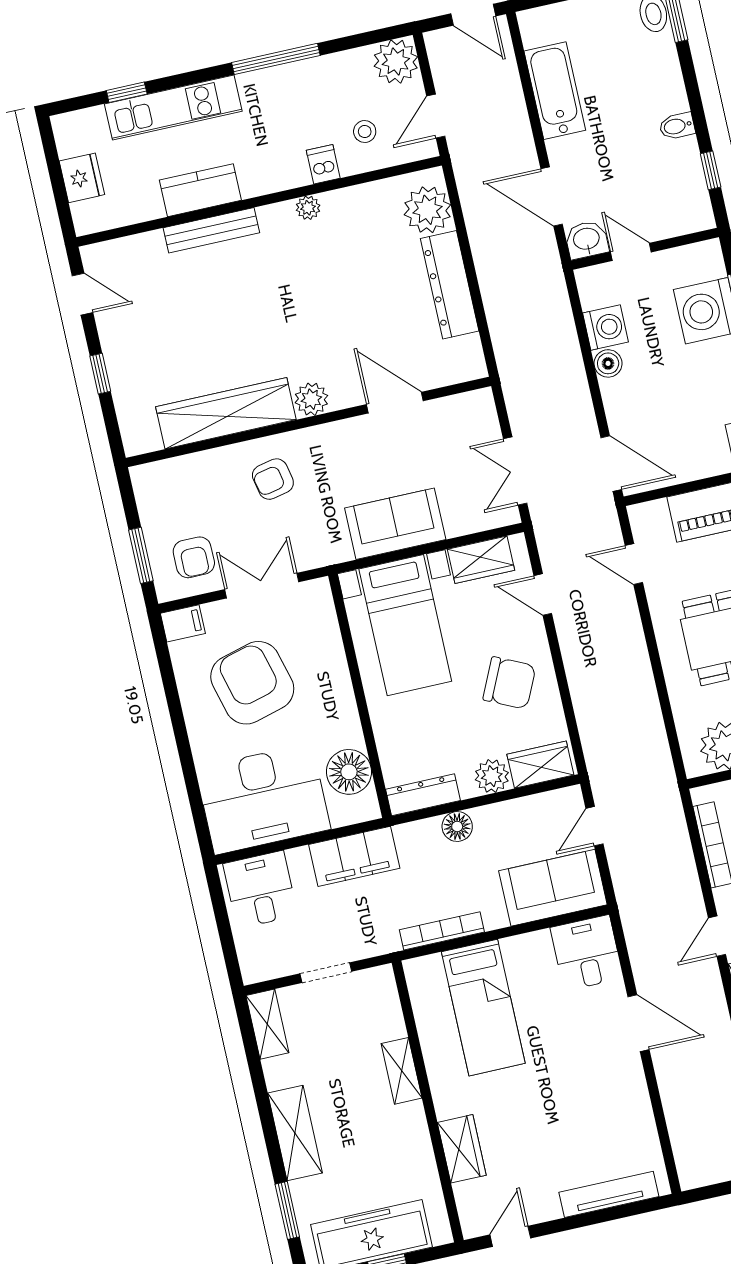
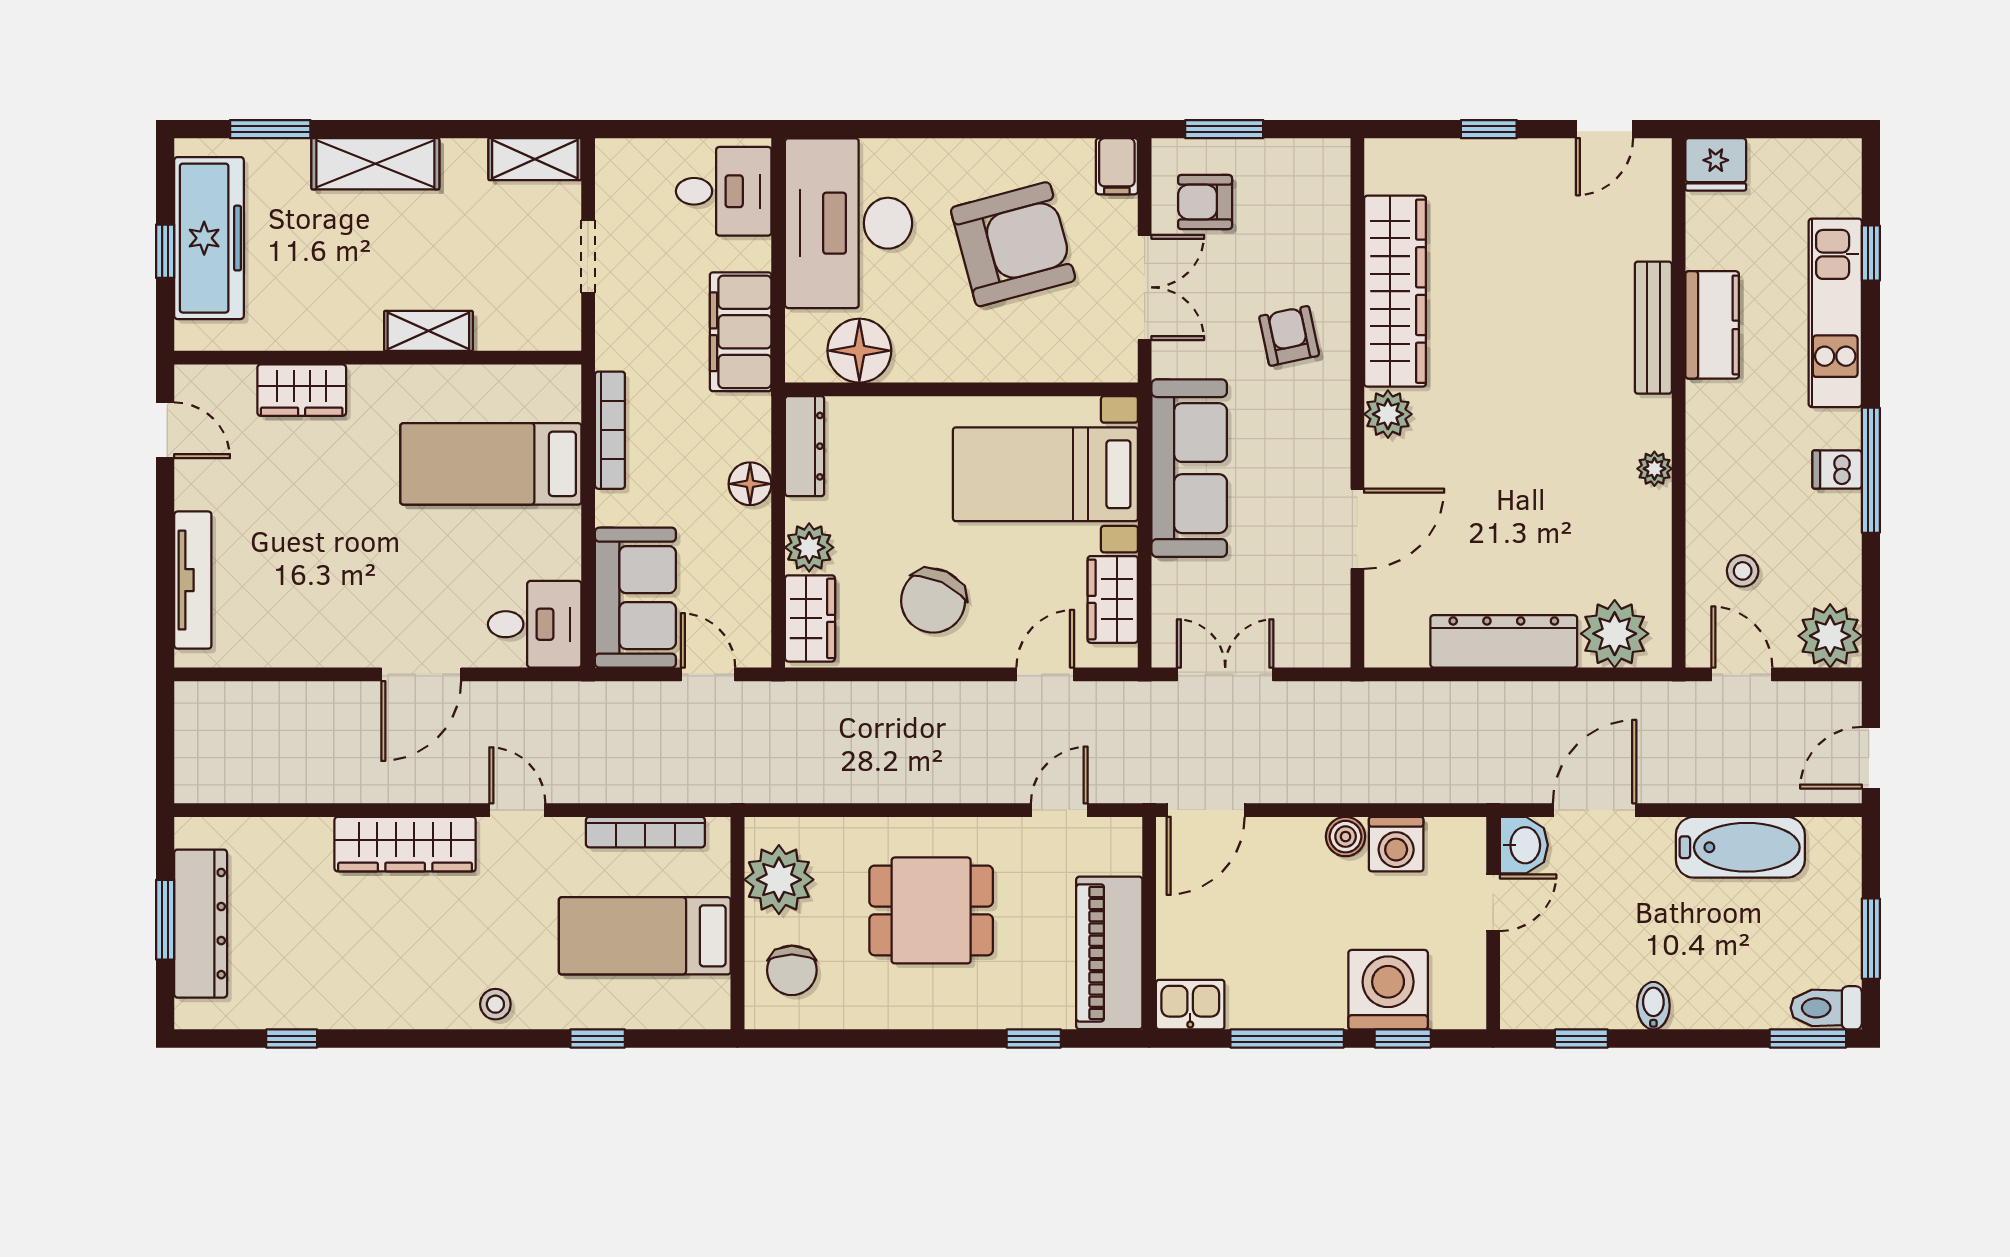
dishwasher: (323, 164) -> (1837, 469), moved, turned 180
fridge: (82, 178) -> (1716, 164), moved
sofa: (395, 524) -> (1189, 468), width x1.36

